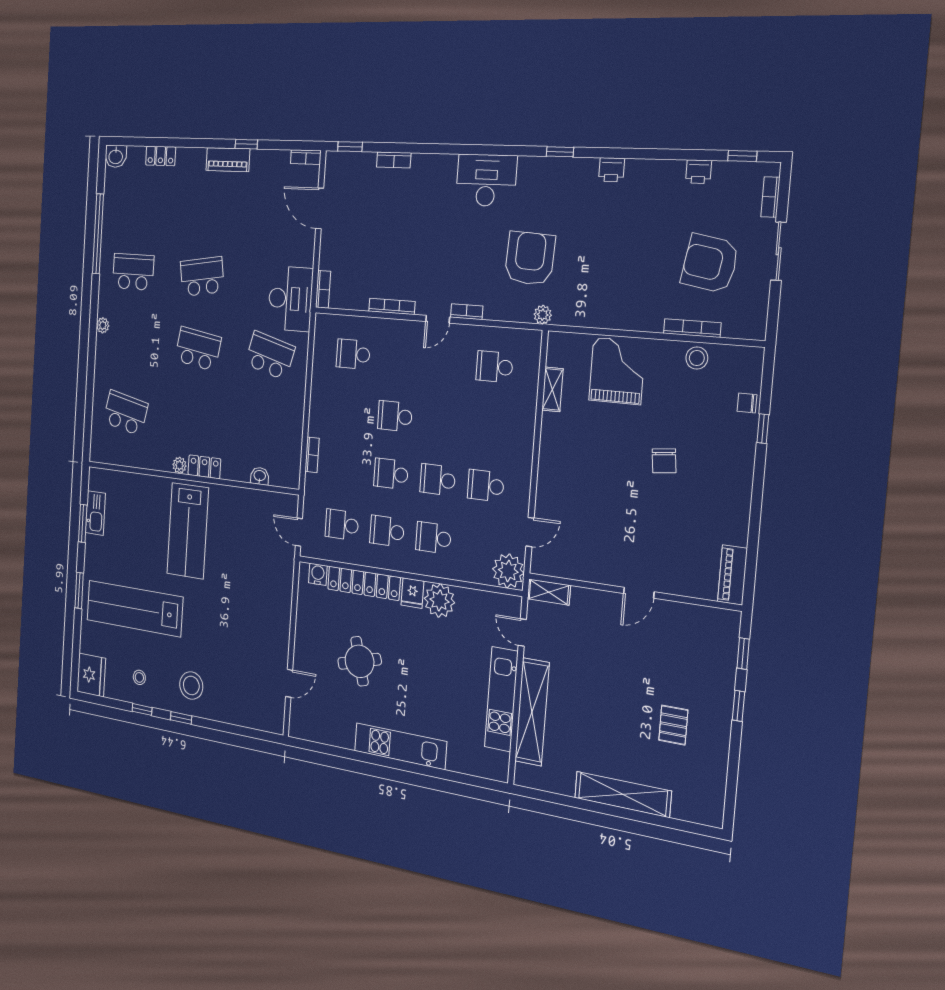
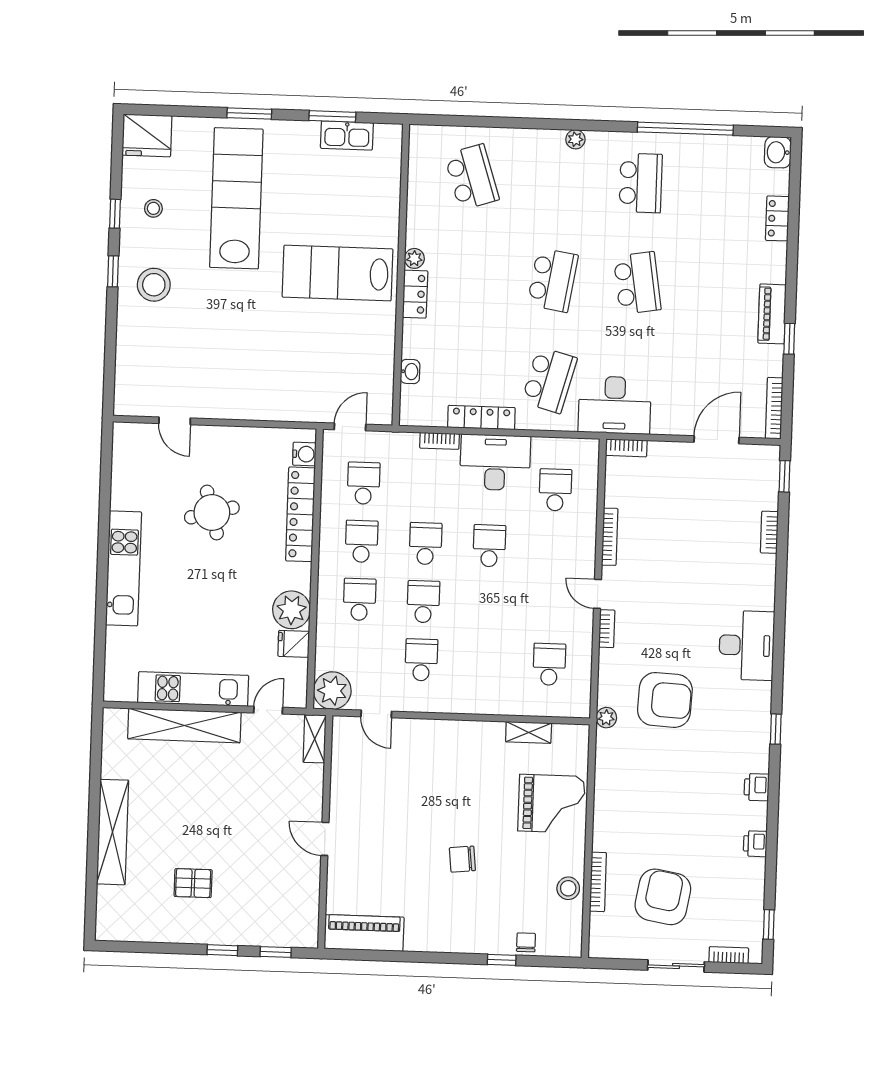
bookcase: (306, 157) -> (774, 408), width x1.56
printer: (698, 172) -> (755, 844), moved
desk: (330, 407) -> (495, 462), added
school desk: (126, 413) -> (472, 177), turned -30
locker: (296, 417) -> (481, 418), added
piano: (733, 575) -> (364, 933), width x1.37, depth x1.33
fridge: (412, 593) -> (294, 644), moved

